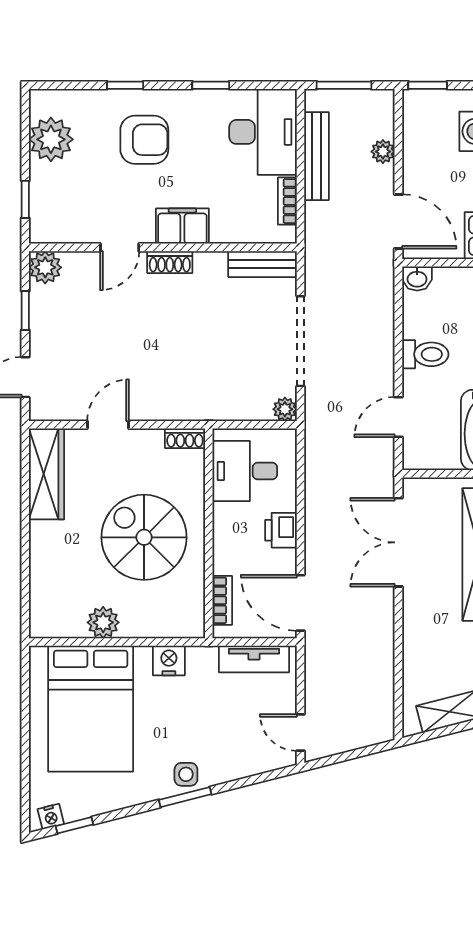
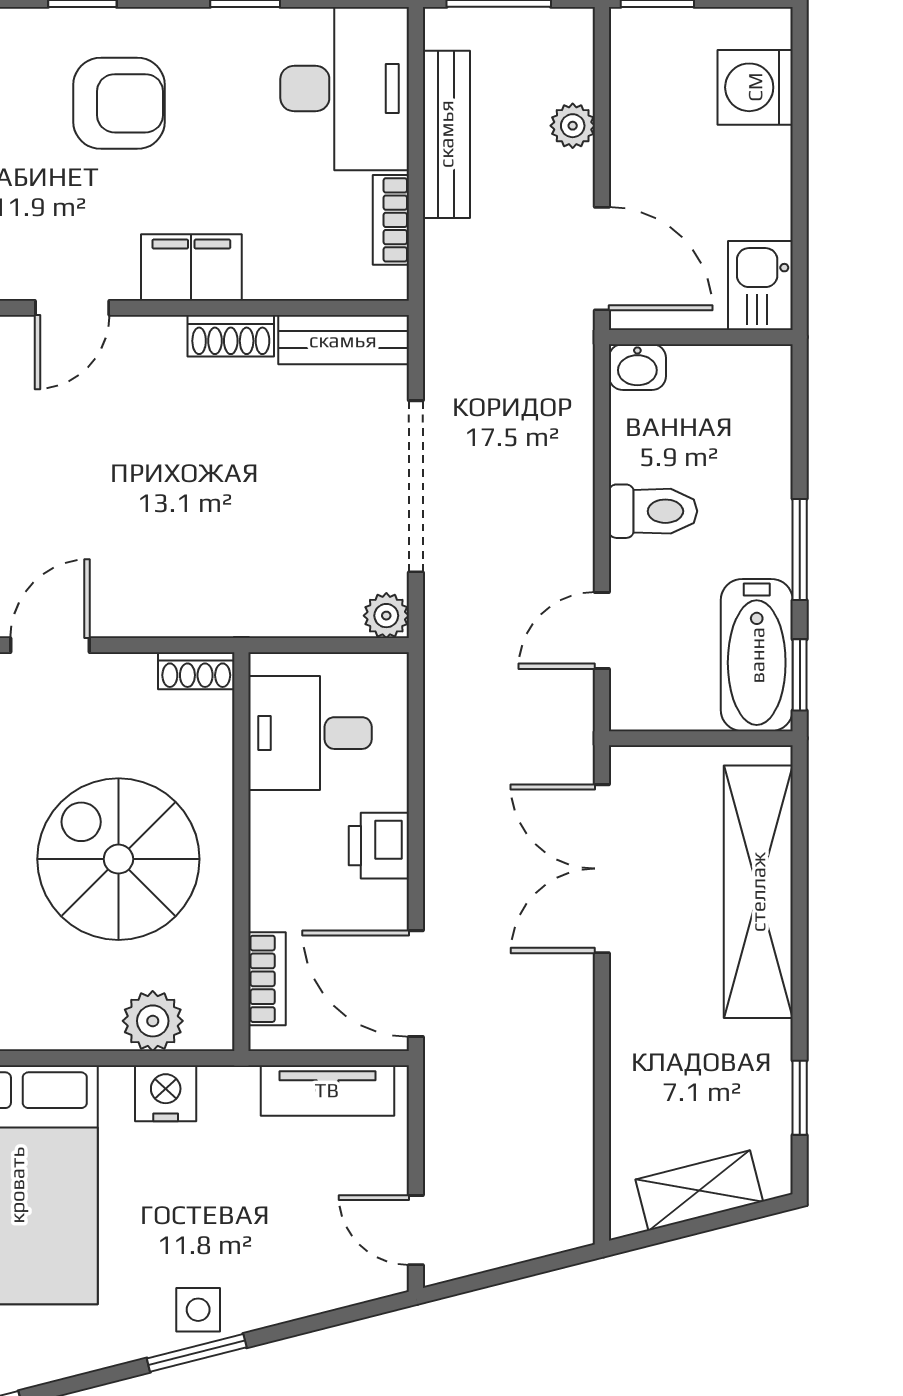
shoe rack: (170, 262) -> (231, 336), moved
plant: (103, 622) -> (153, 1021), moved

